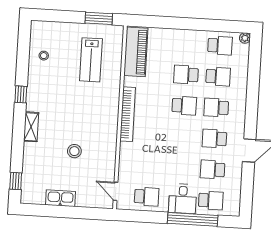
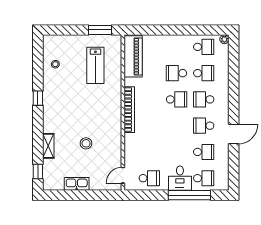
shelving: (31, 127) -> (48, 146), moved
school desk: (213, 169) -> (204, 152), turned 180
door: (116, 191) -> (123, 175), hinge flipped

